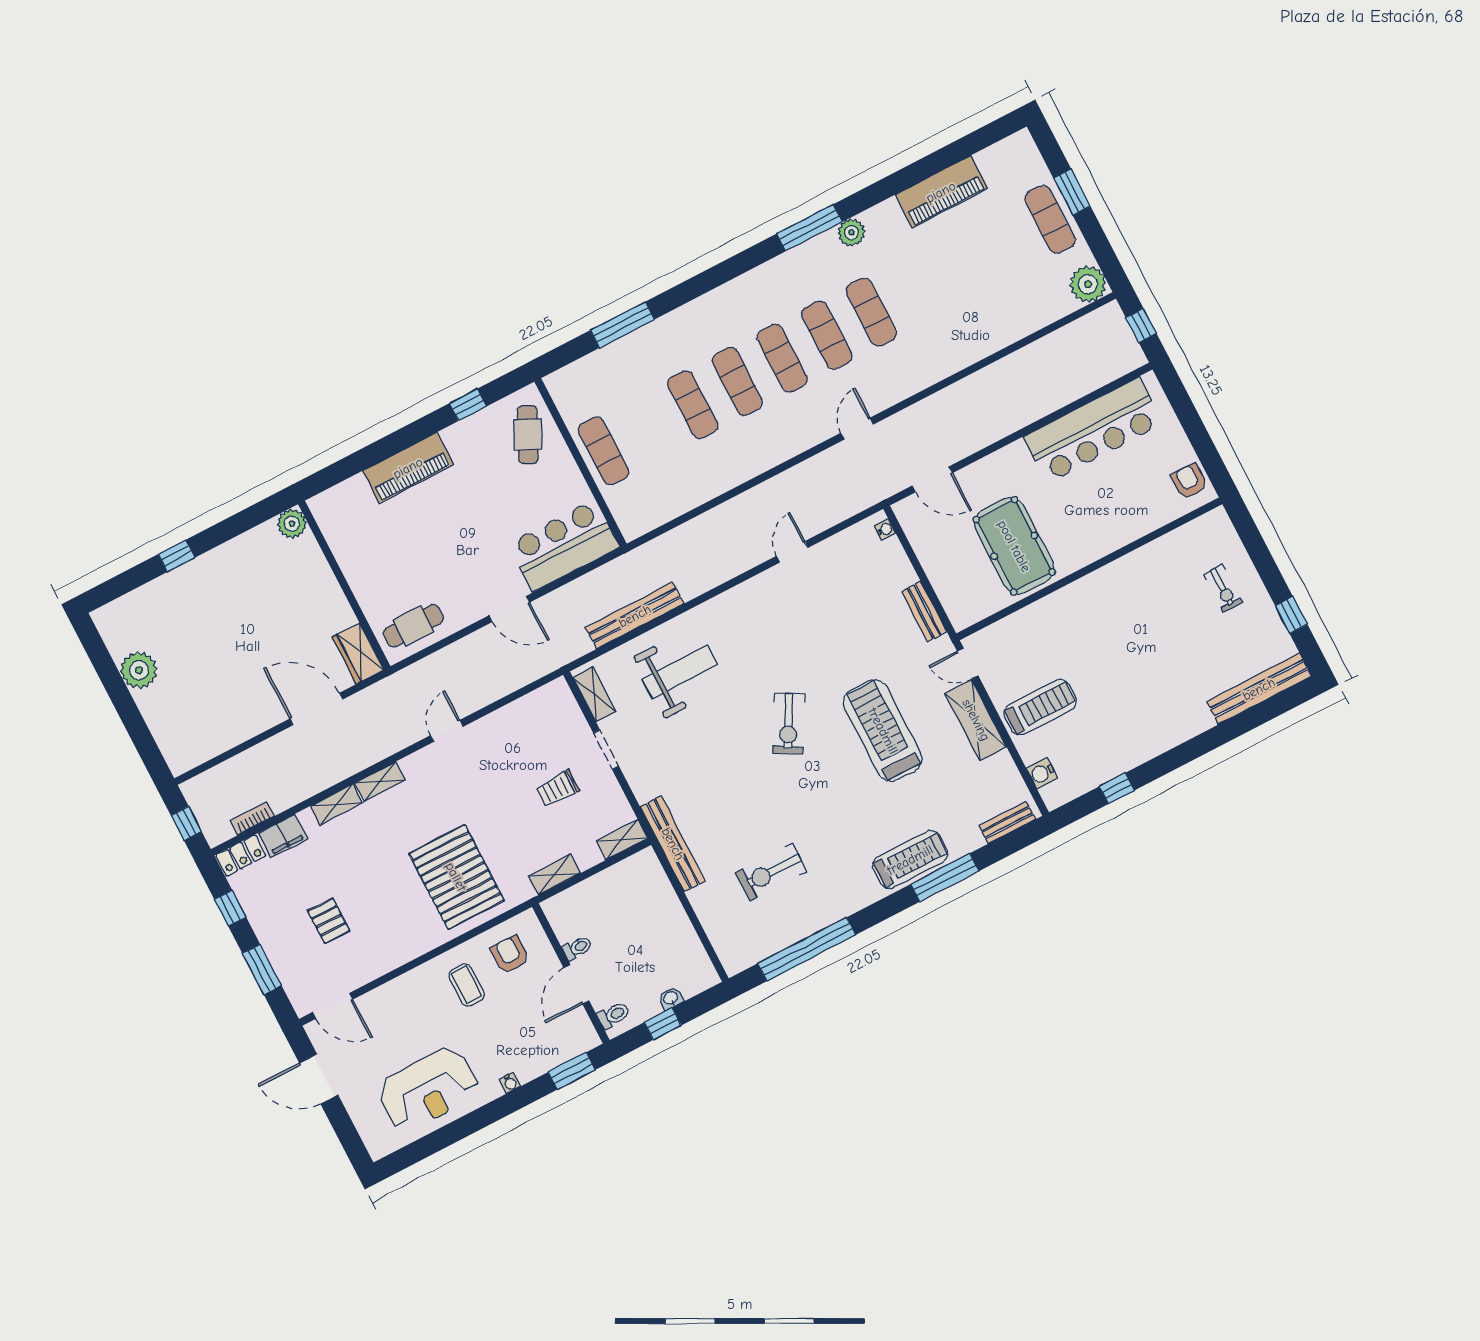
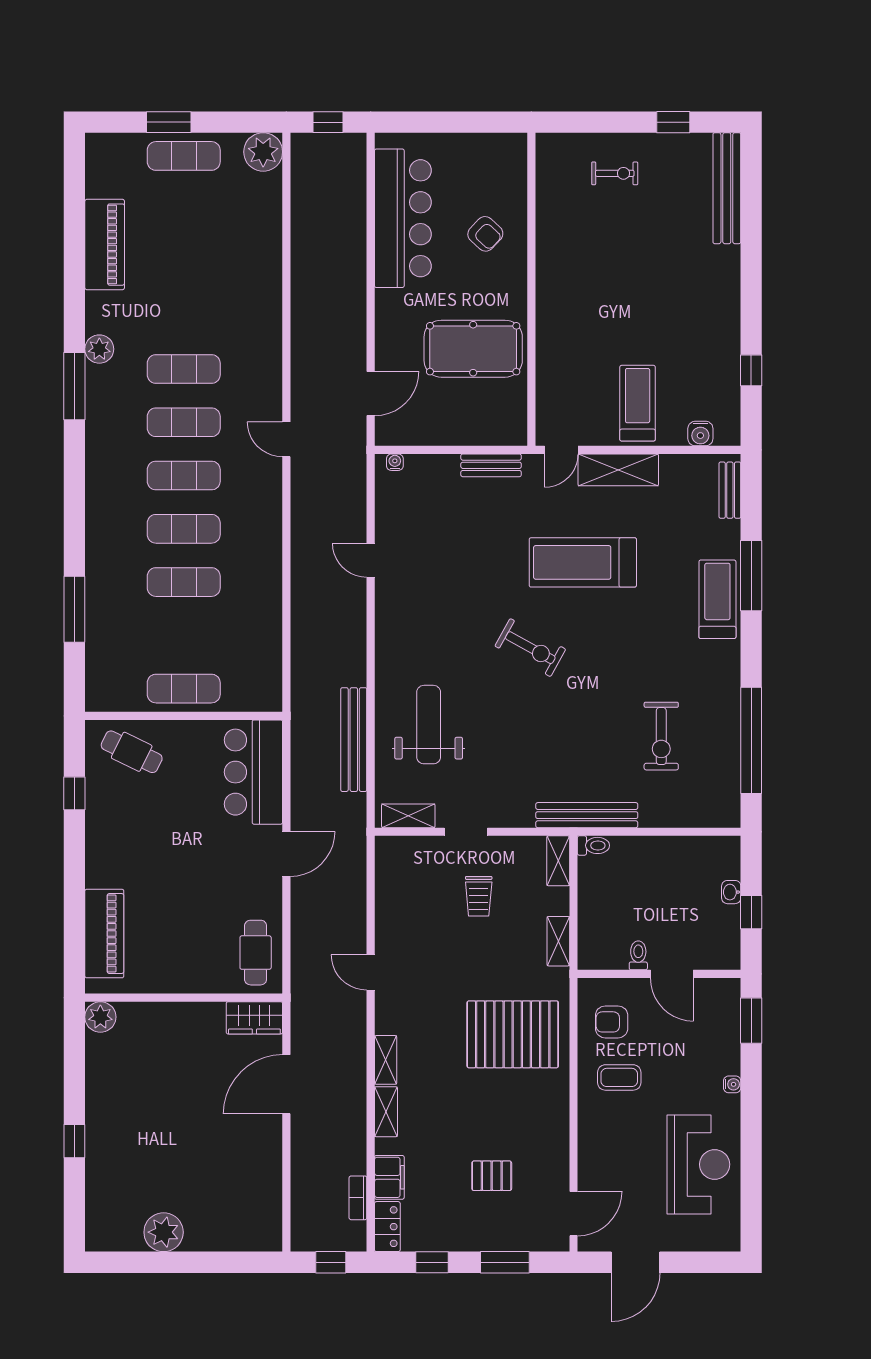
piano: (408, 468) -> (104, 934), moved
armchair: (1189, 481) -> (485, 234), moved, turned -137
toilet: (614, 1015) -> (593, 845), moved, turned 90

